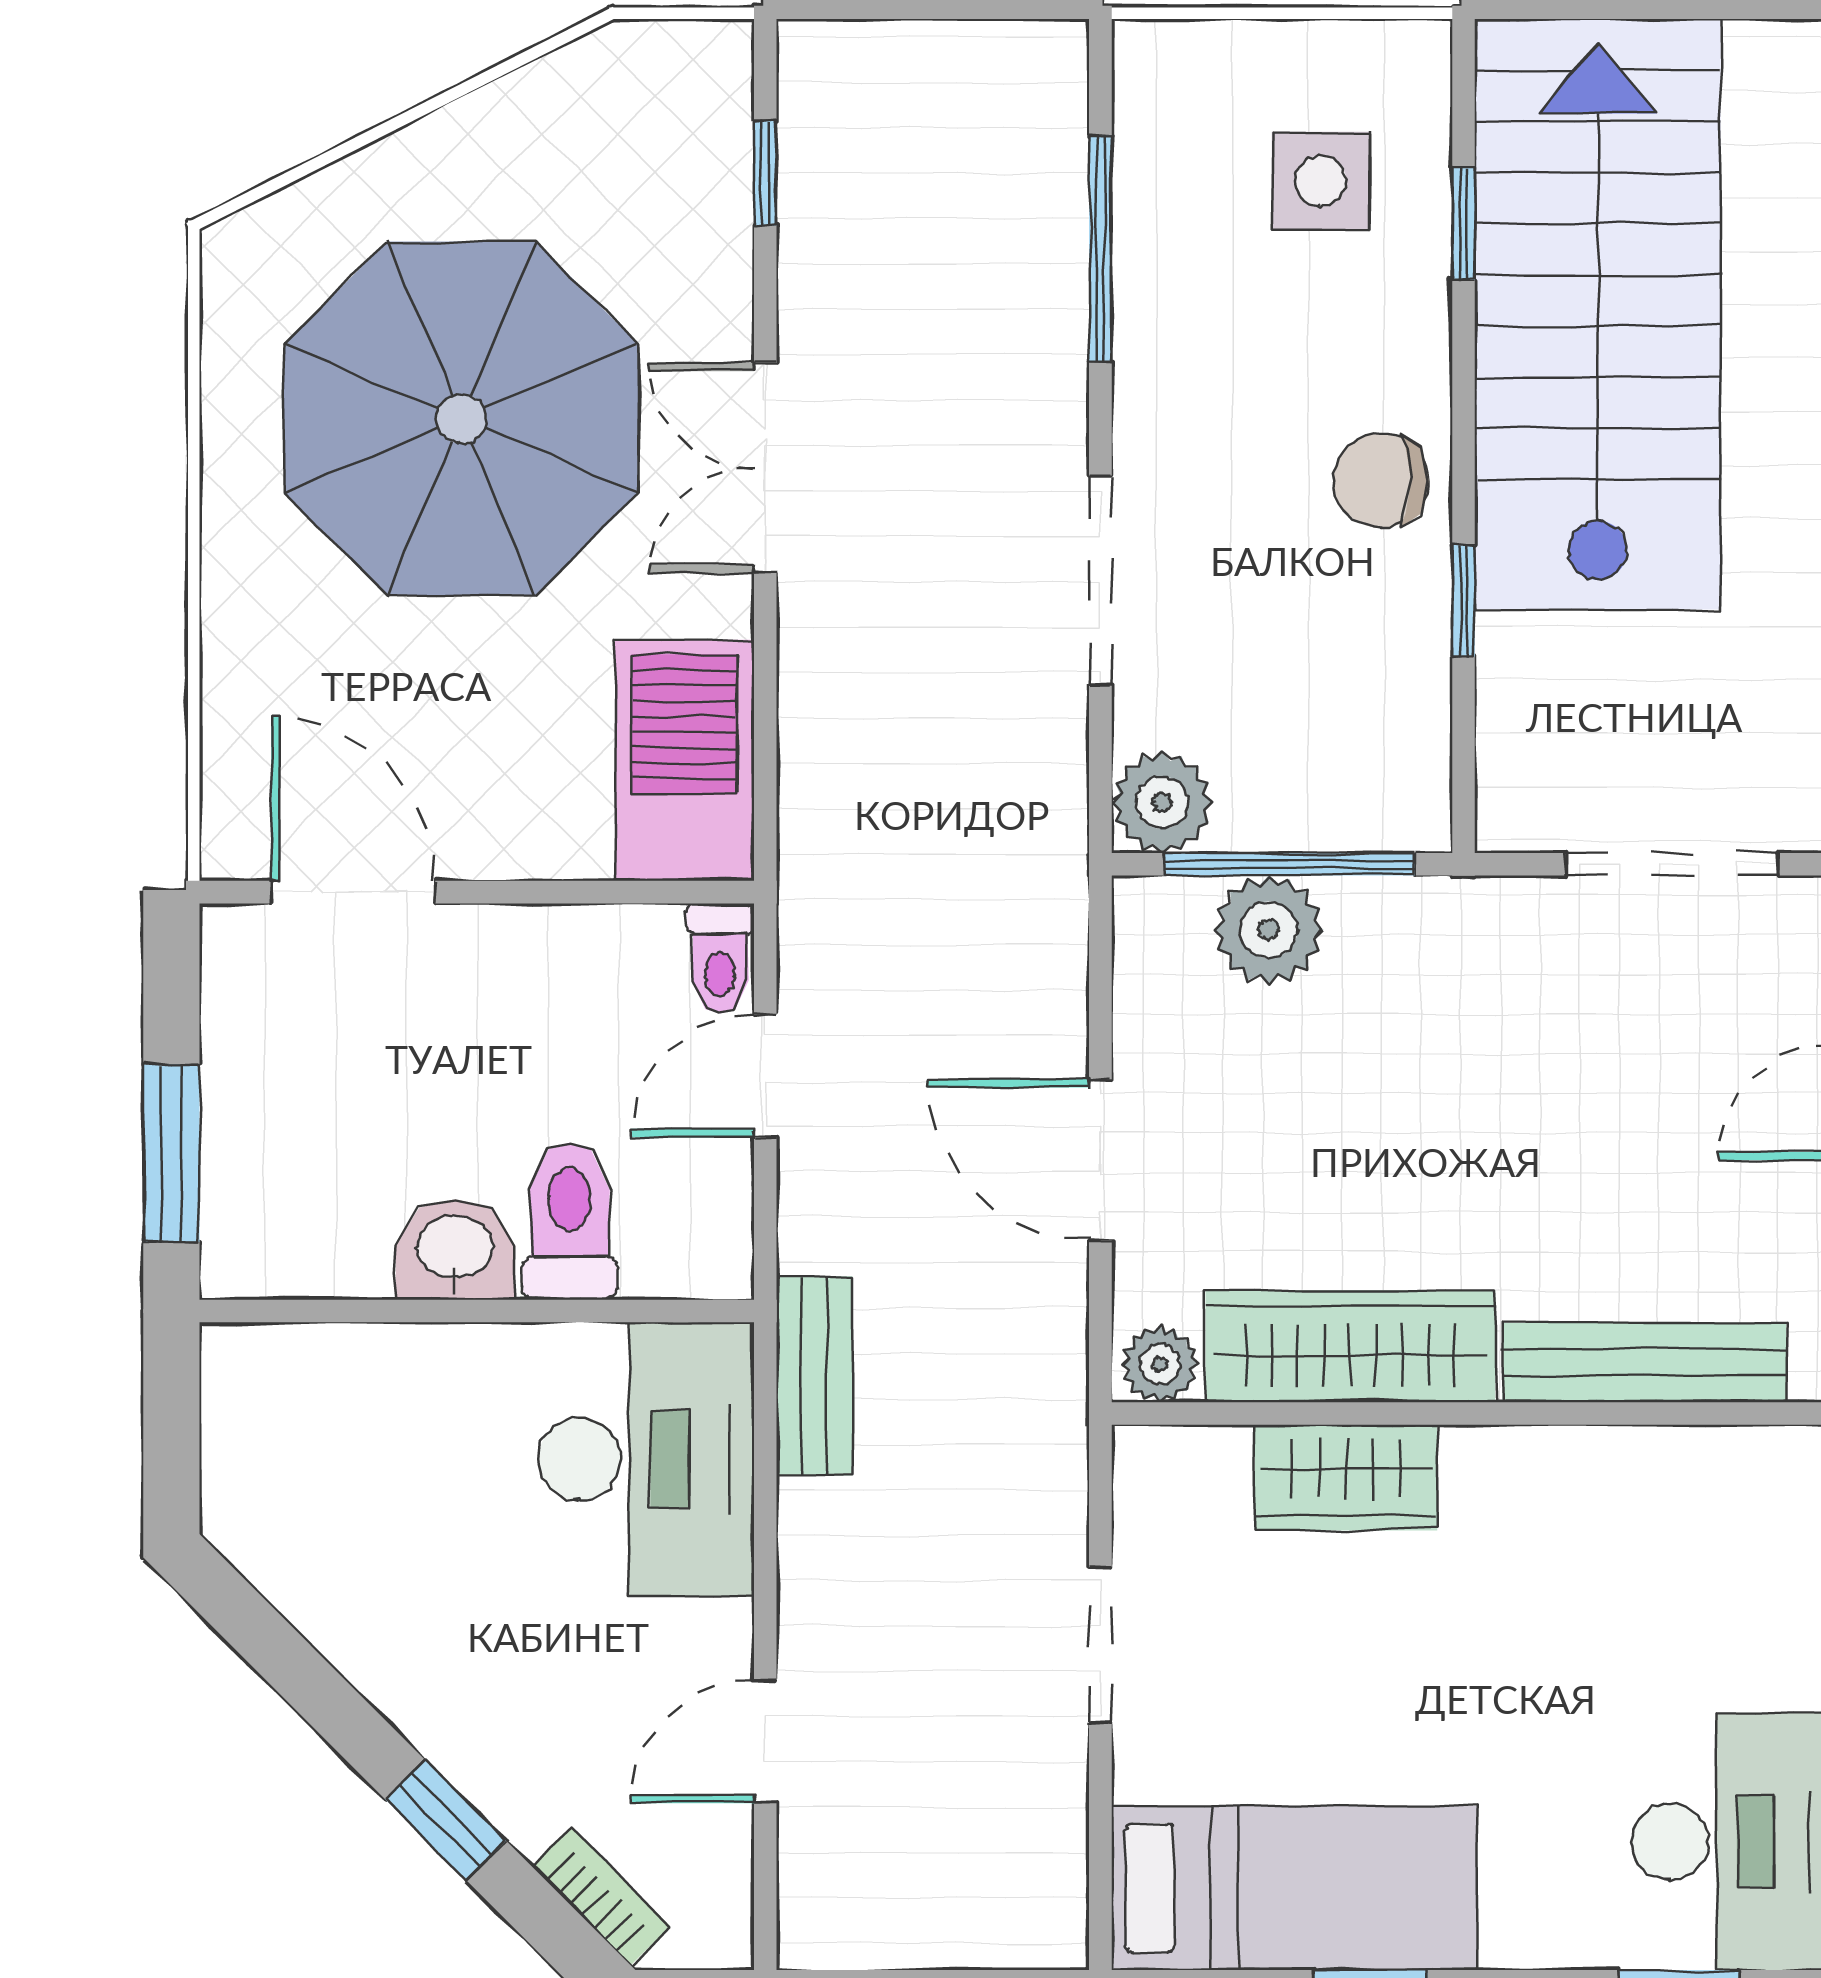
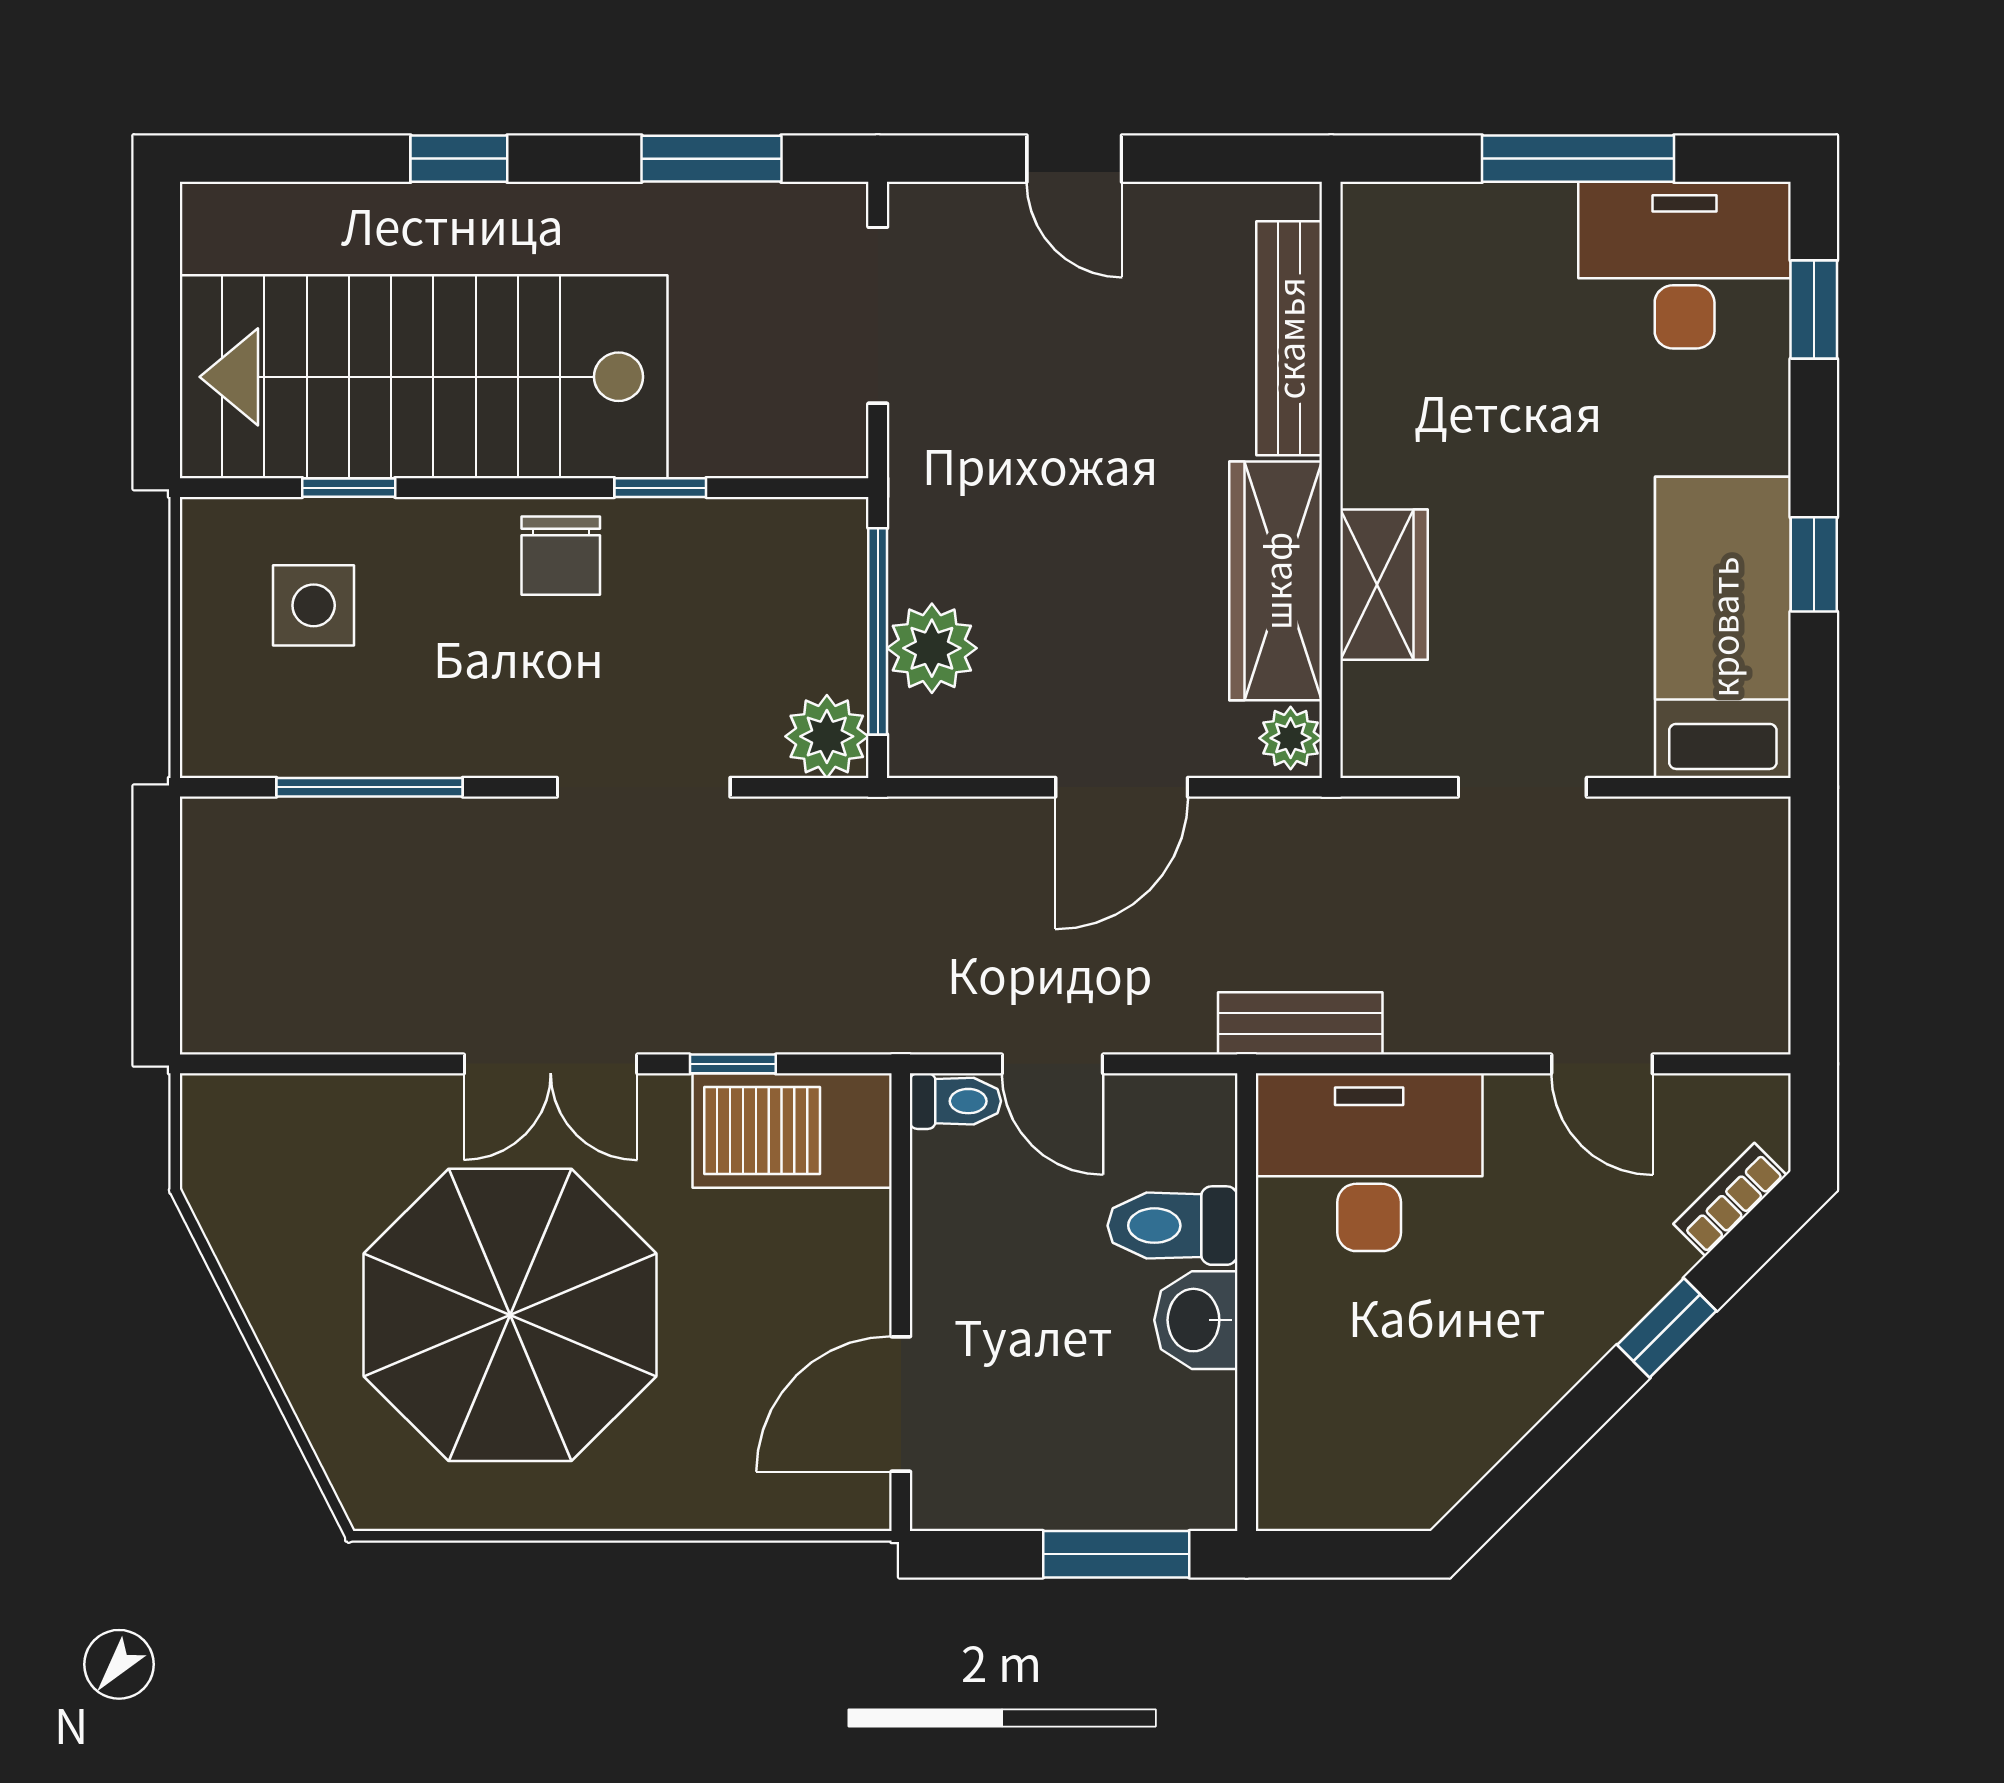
window: (765, 173) -> (733, 1064), moved

